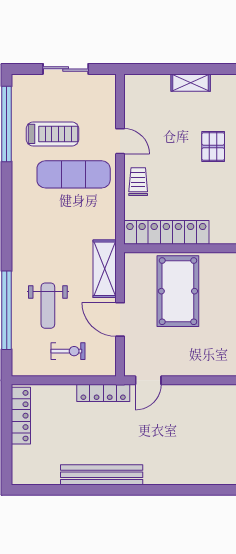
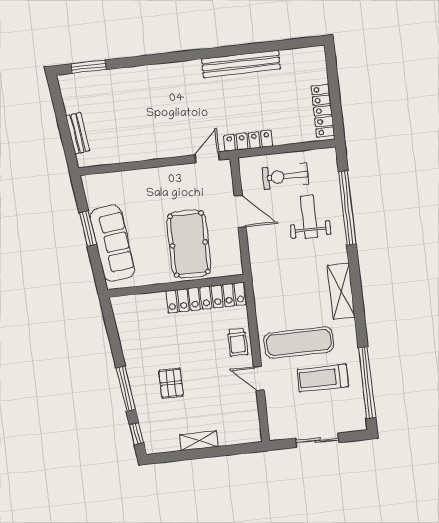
shelving: (105, 269) -> (341, 291), moved
exercise bike: (68, 351) -> (285, 176), width x1.38, depth x1.39

